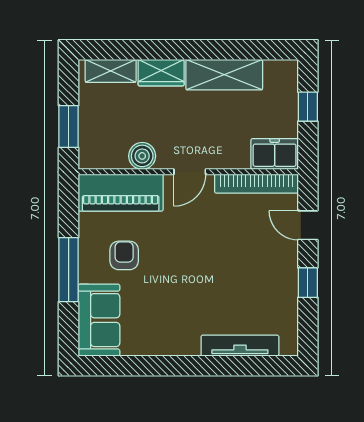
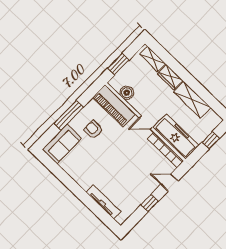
freezer: (275, 154) -> (176, 137), width x1.91, depth x1.26
boiler: (142, 156) -> (127, 93), moved
door: (308, 225) -> (169, 183), hinge flipped
armchair: (124, 255) -> (93, 130), turned -90

